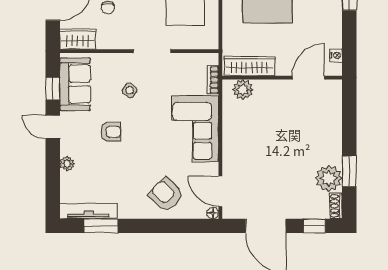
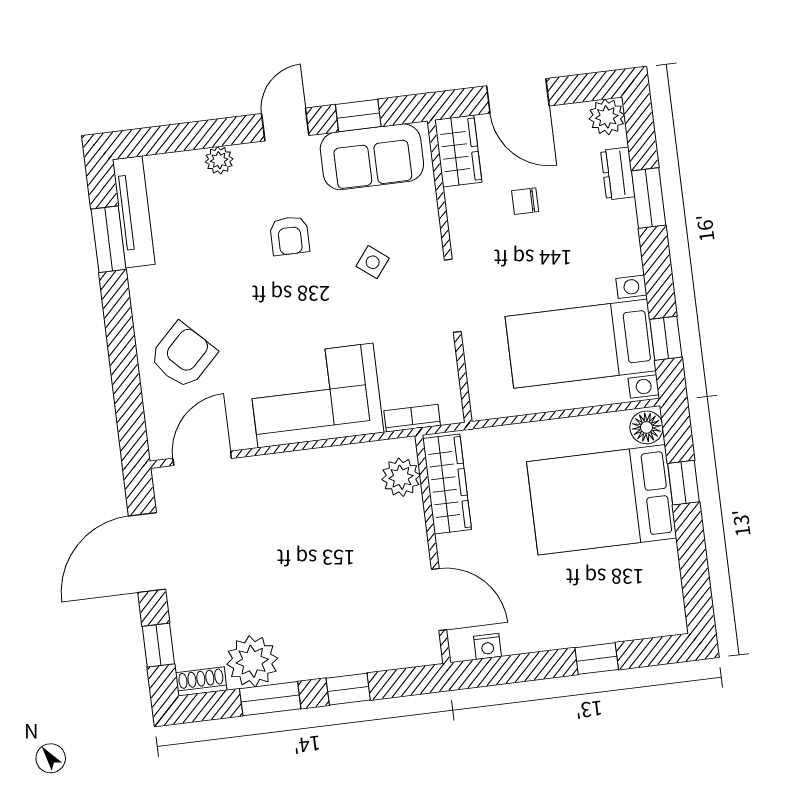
window: (349, 130) -> (348, 689), added
floor lamp: (213, 213) -> (159, 449), removed

